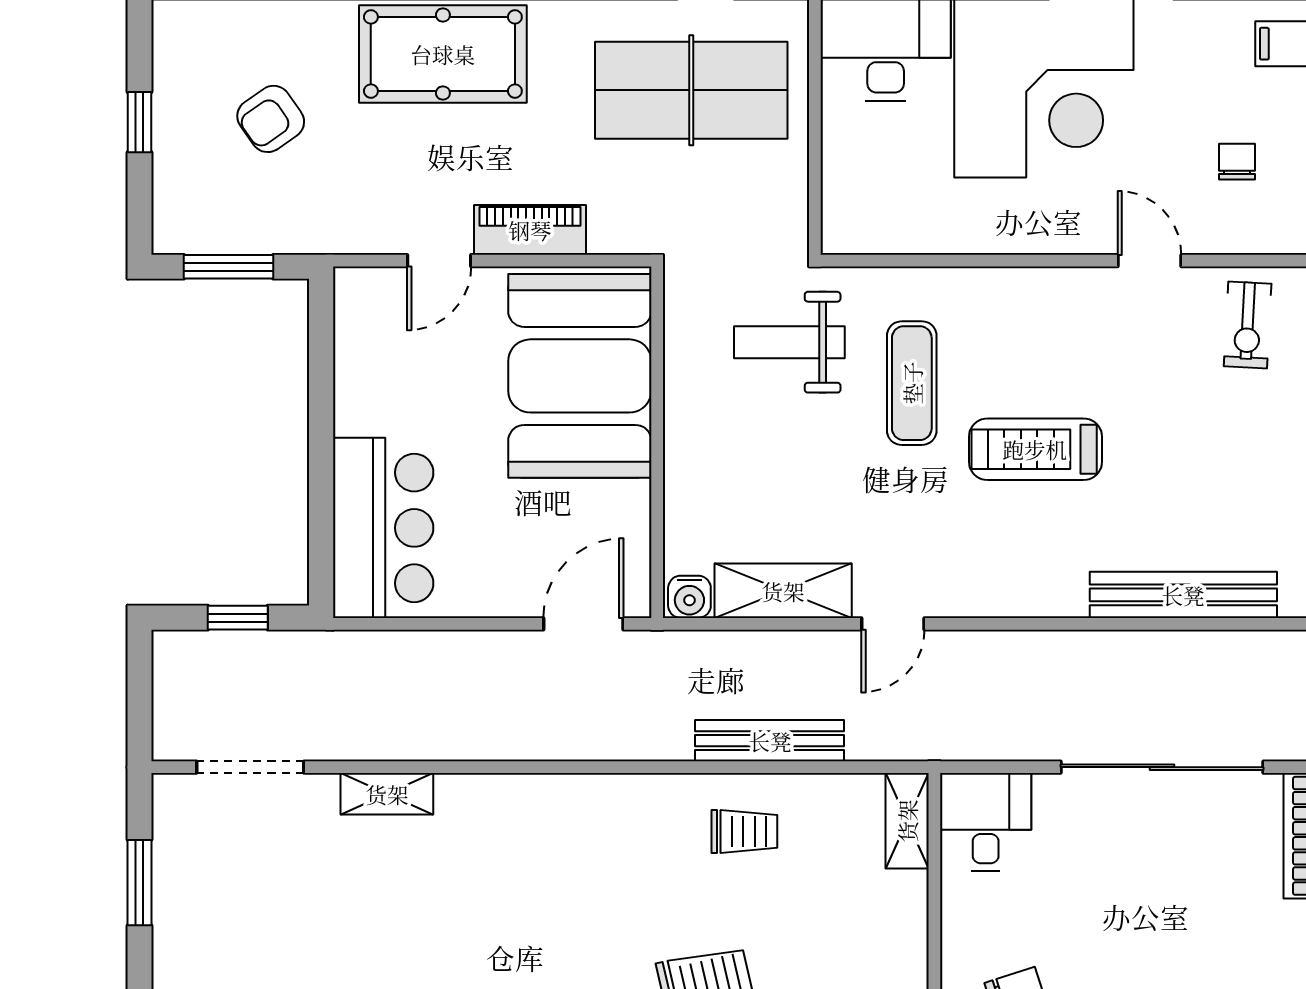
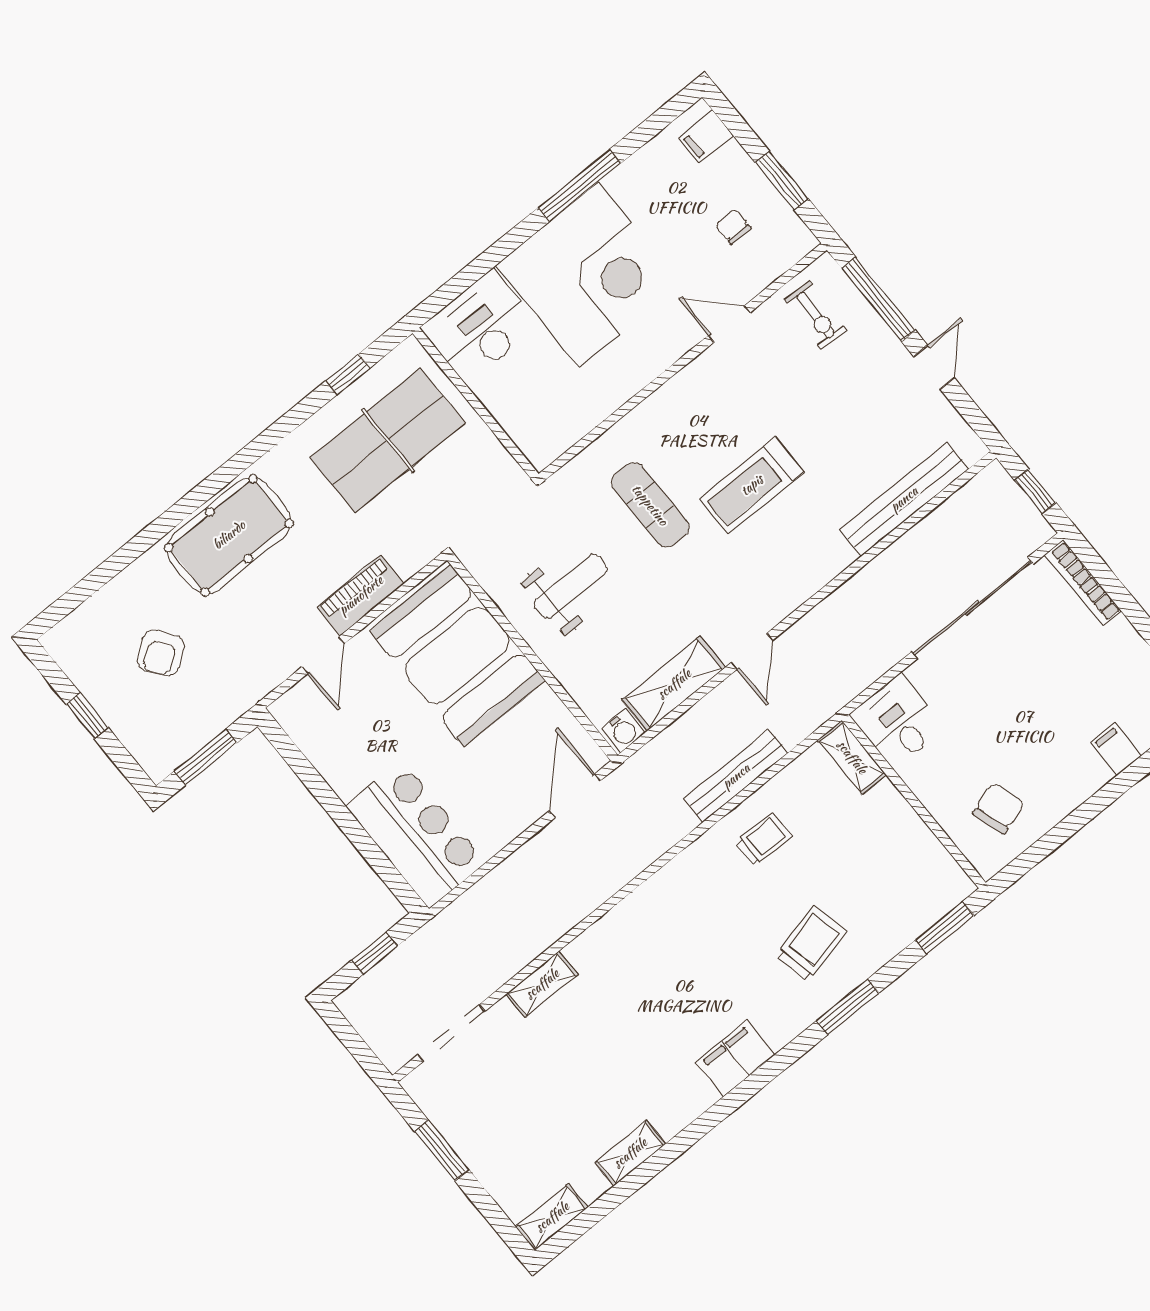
weight bench: (789, 342) -> (571, 586), moved, turned 180

